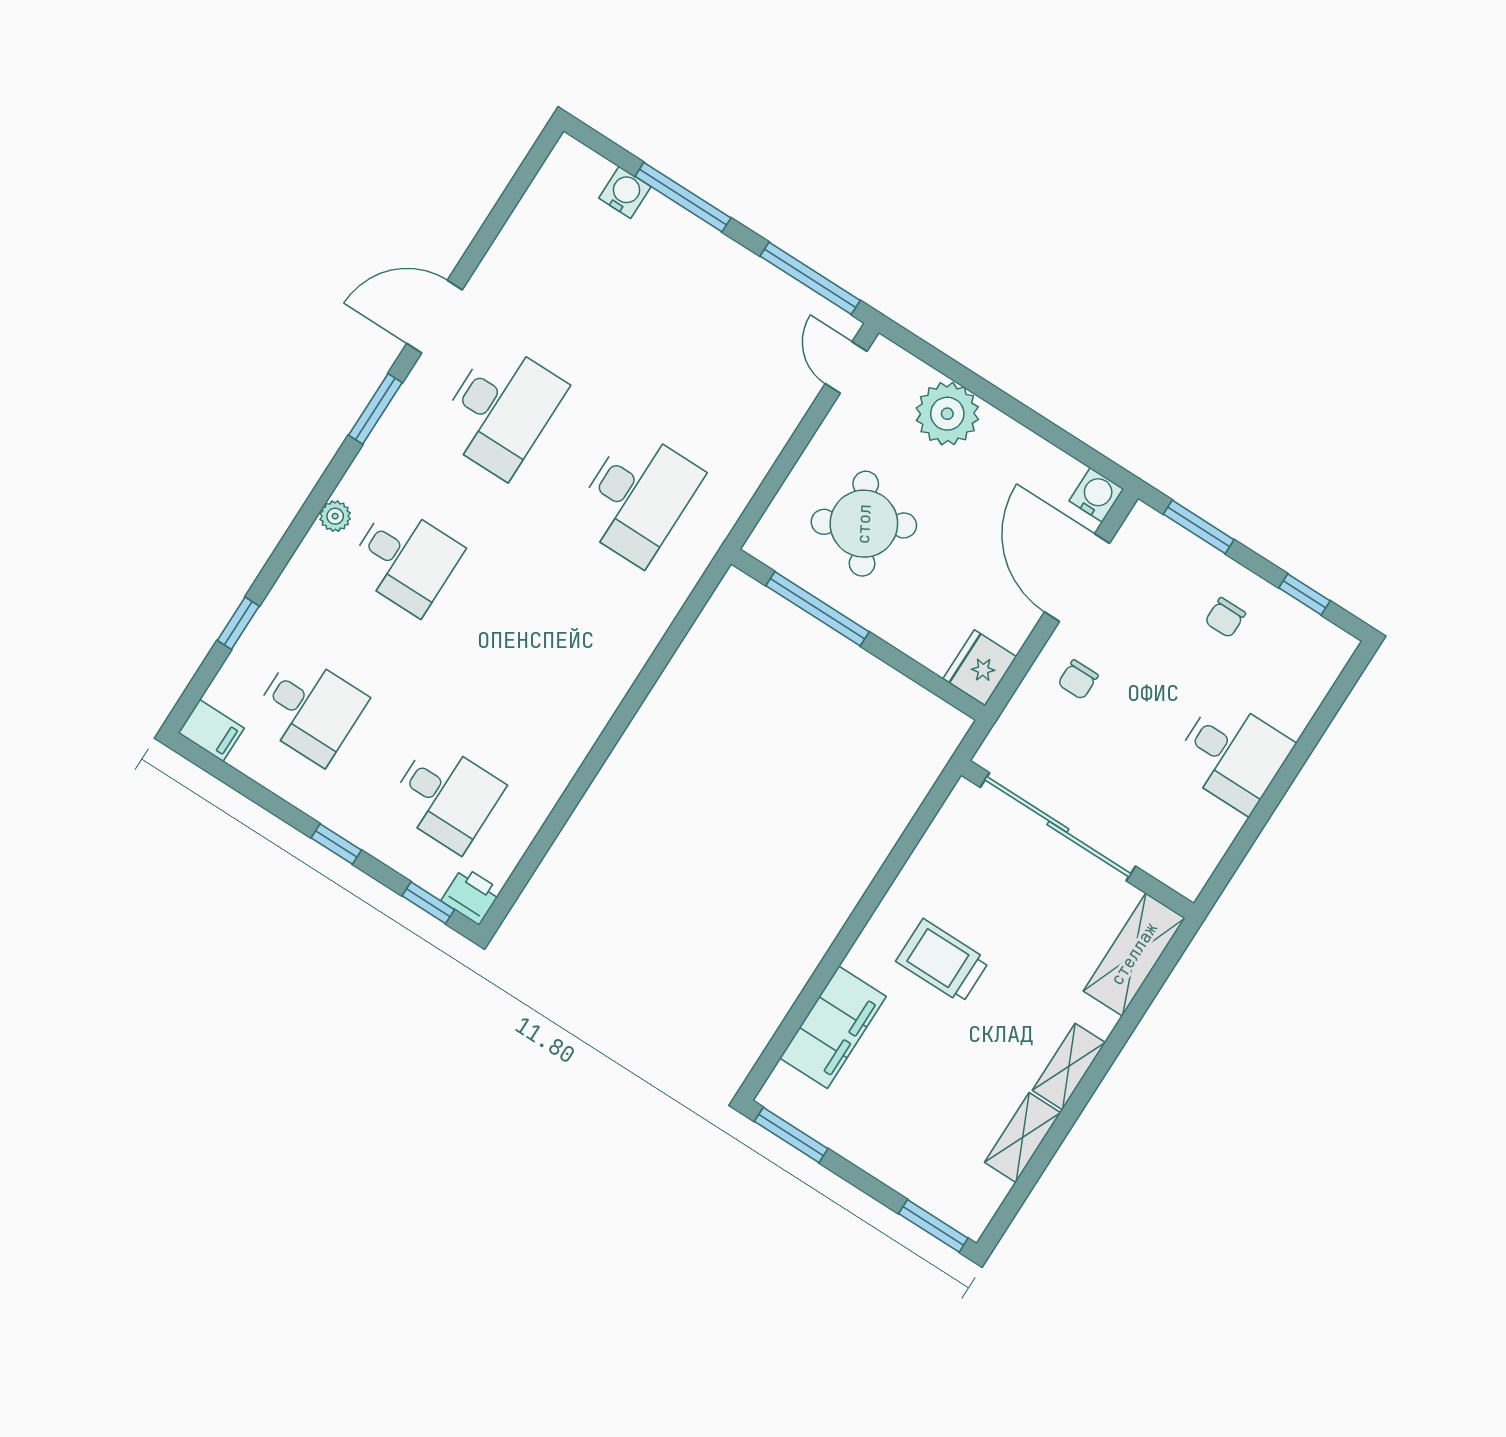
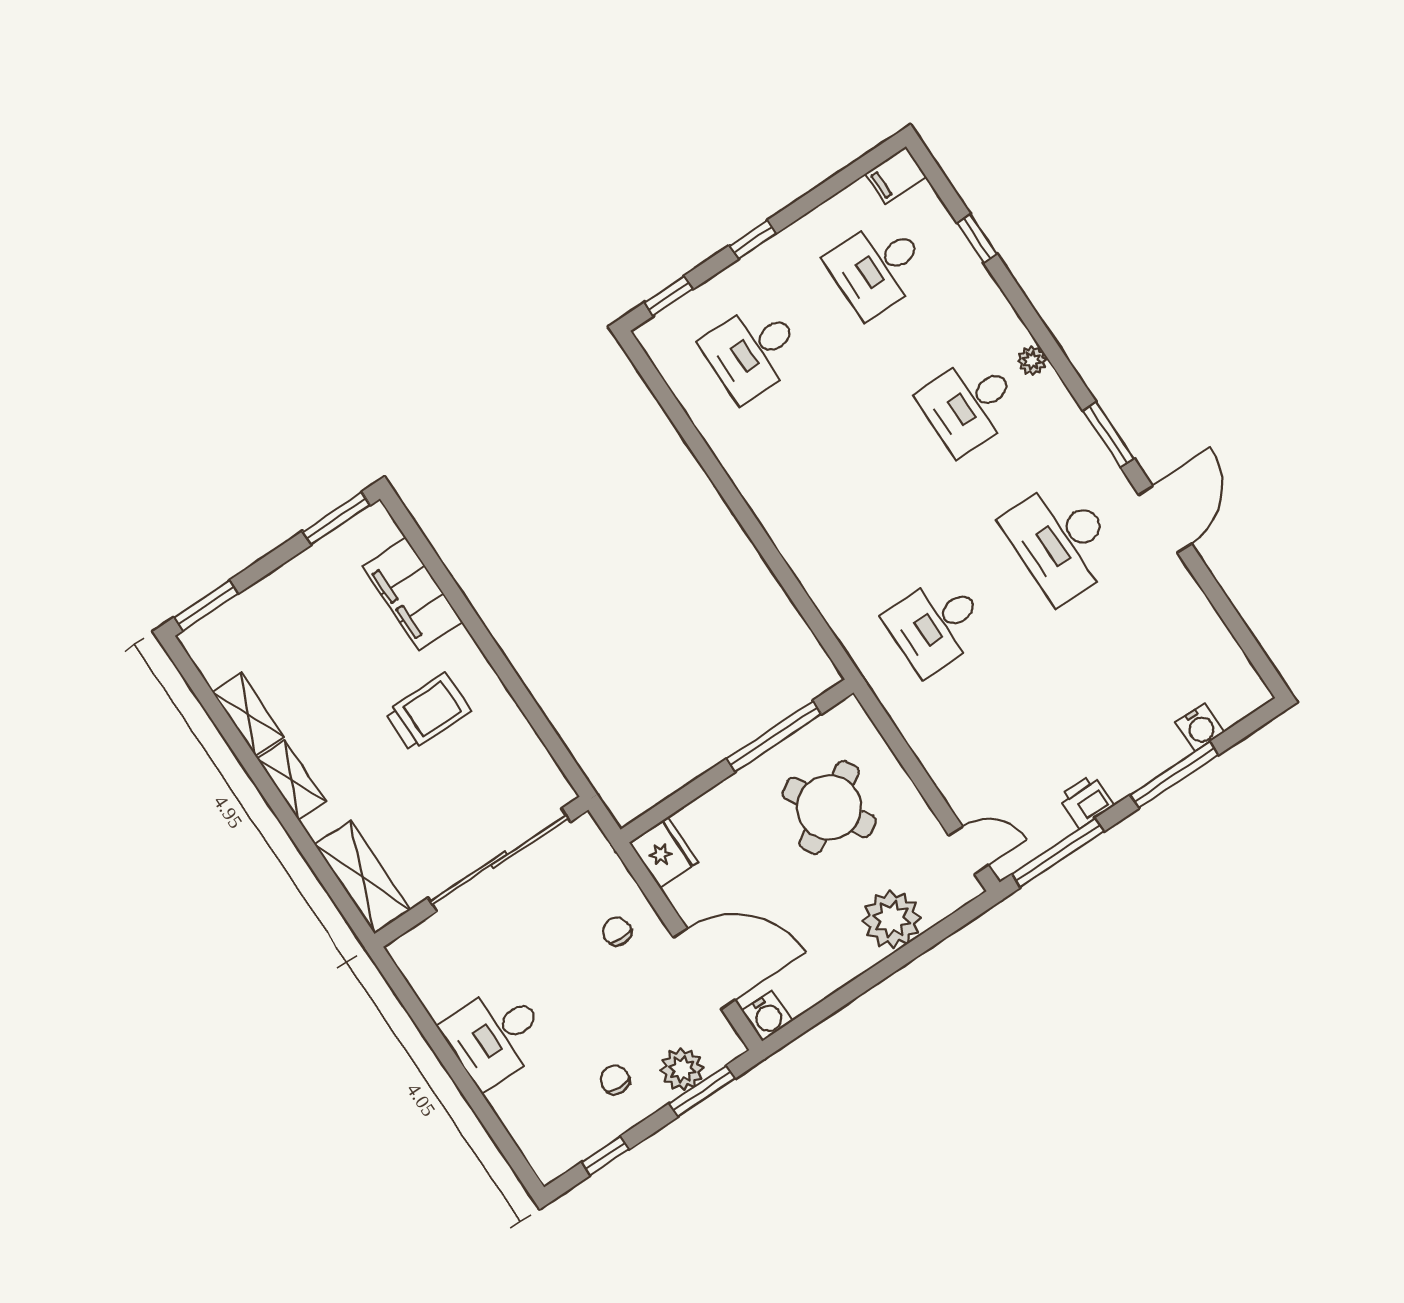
desk: (637, 497) -> (936, 625), width x0.73
plant: (1186, 556) -> (682, 1069), added
printer: (471, 896) -> (1086, 801), moved, turned 180

